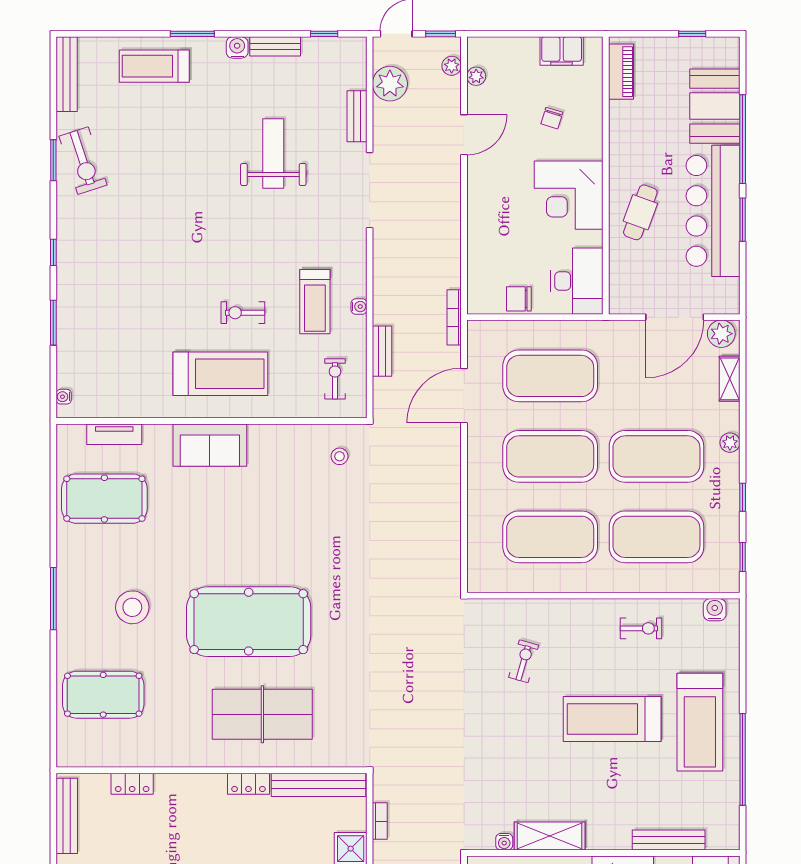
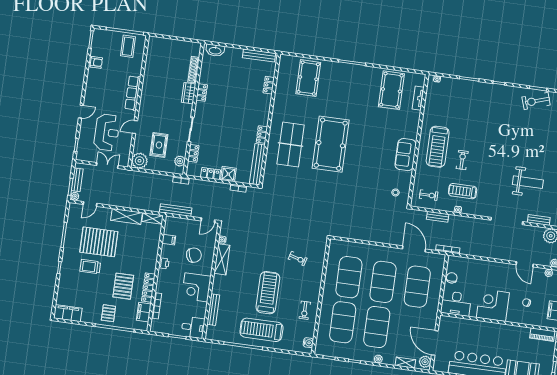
cafe table: (640, 212) -> (481, 335), removed
sofa: (210, 445) -> (406, 155), moved
stool: (132, 607) -> (344, 96), removed

